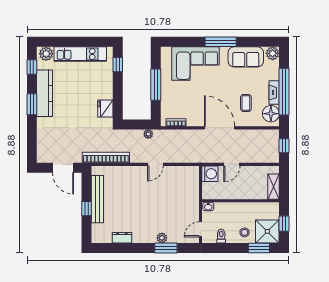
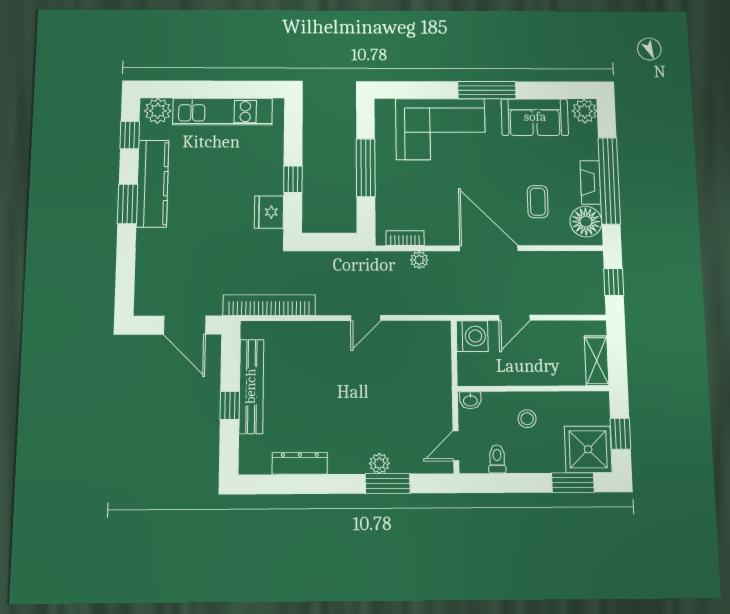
window: (118, 65) -> (293, 179), moved
plant: (148, 134) -> (419, 260), moved
stool: (245, 232) -> (527, 419), moved
dresser: (122, 238) -> (300, 463), width x1.44

